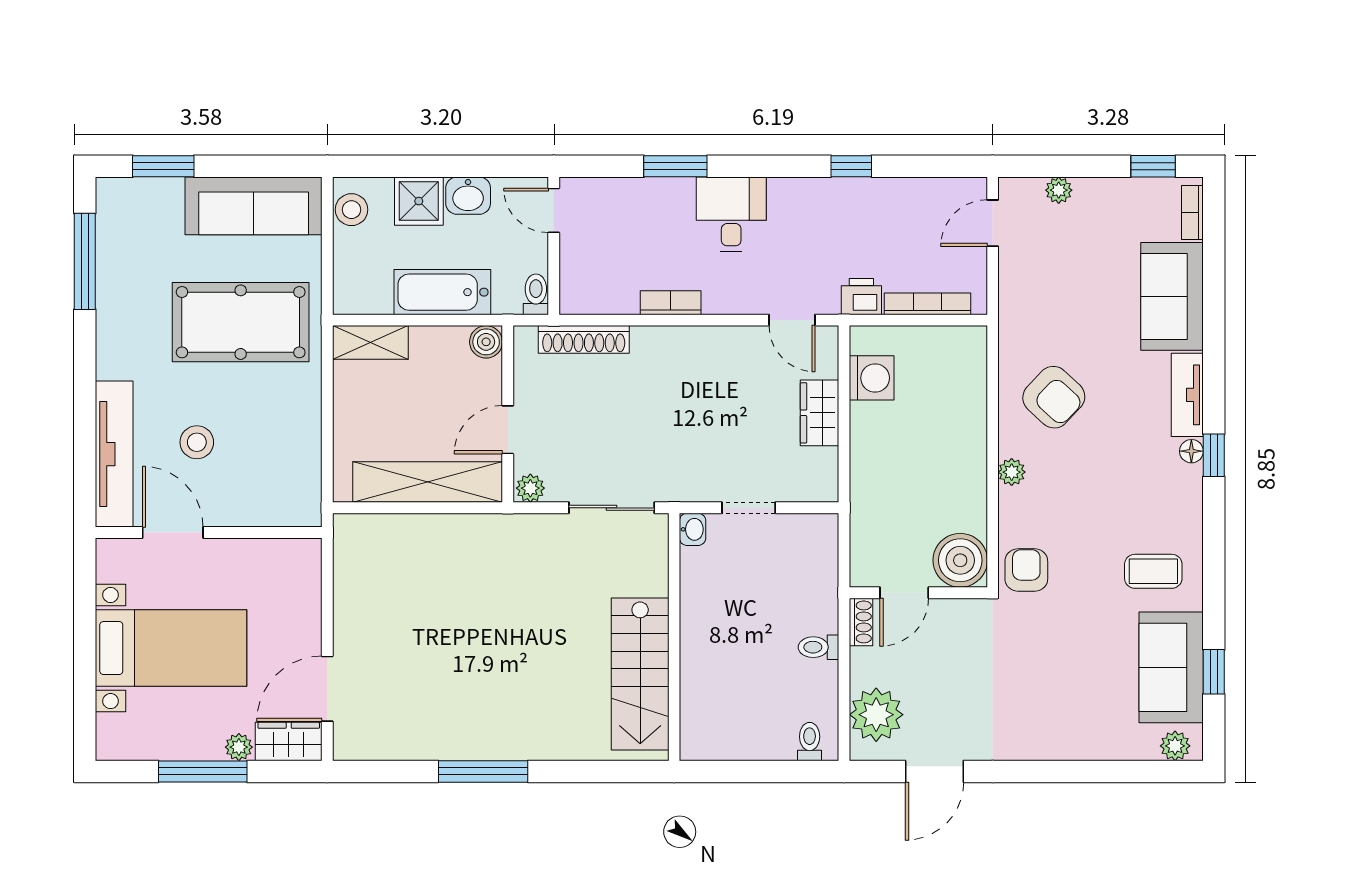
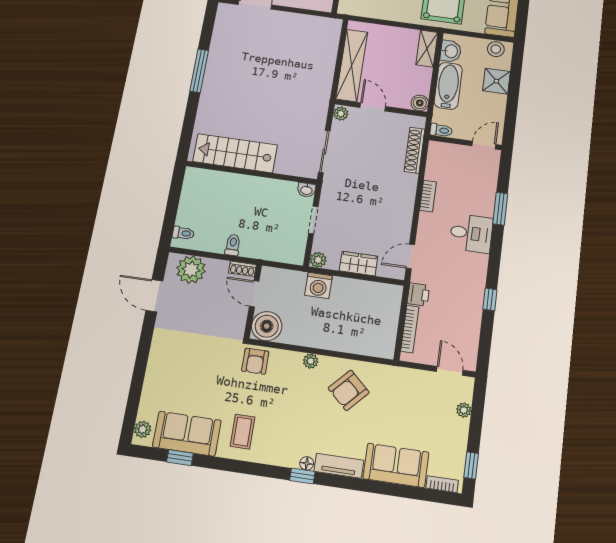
washbasin: (468, 196) -> (451, 51), moved, turned 180
washing machine: (872, 378) -> (318, 286), moved
plant: (824, 487) -> (318, 260), added
armchair: (1026, 570) -> (255, 361), turned 90

